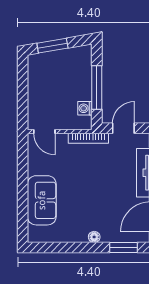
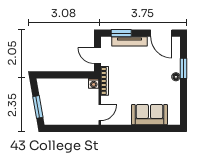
window: (97, 88) -> (68, 75), removed
washing machine: (85, 108) -> (94, 83), moved
window: (124, 248) -> (184, 68), moved

